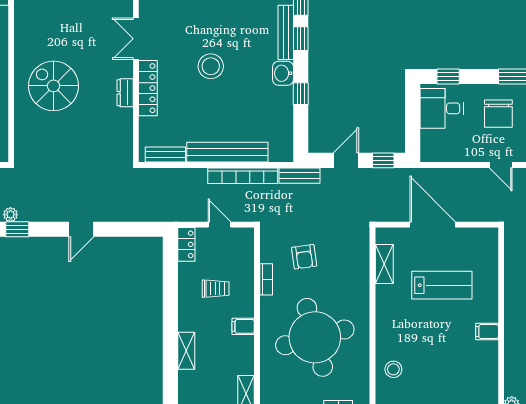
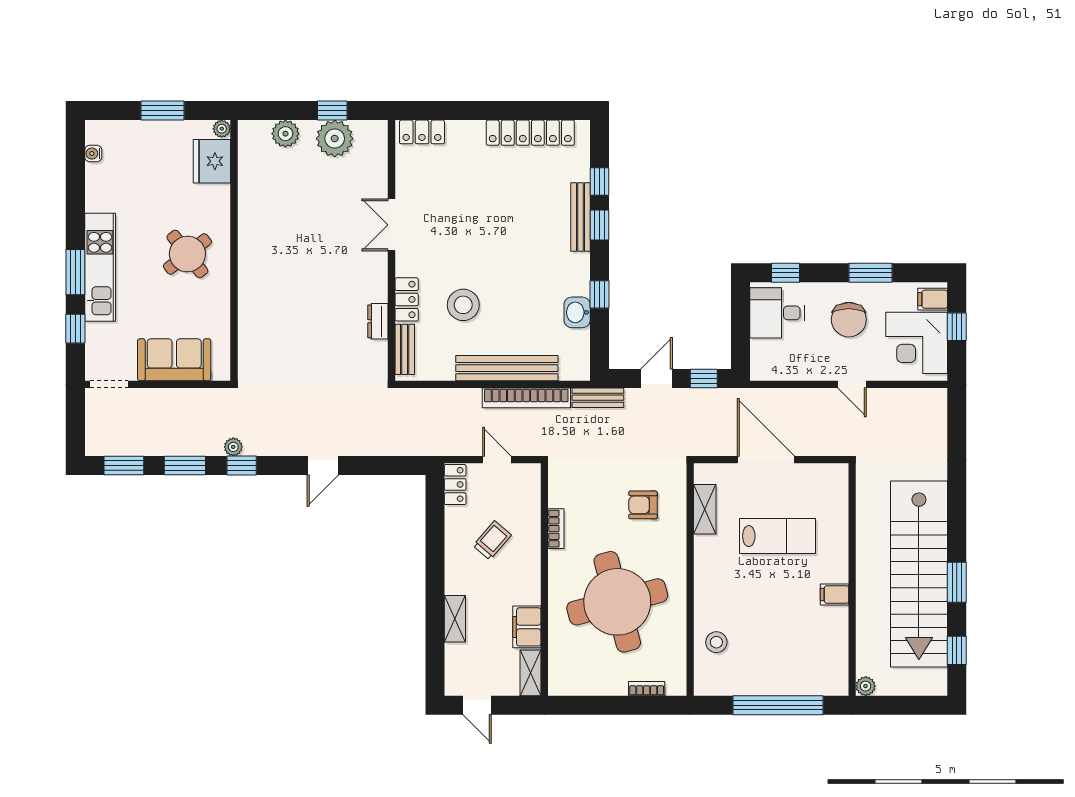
stool: (211, 66) -> (463, 305), moved
washbasin: (283, 73) -> (577, 312), moved
spiral stairs: (54, 86) -> (288, 285), removed
locker: (148, 88) -> (407, 299), width x0.66
dresser: (125, 93) -> (378, 321), moved
bench: (165, 155) -> (405, 349), moved, turned 90
armchair: (304, 257) -> (643, 505), moved, turned 98
trolley: (216, 289) -> (492, 540), turned -49
filing cabinet: (243, 326) -> (527, 627), moved, width x2.00

